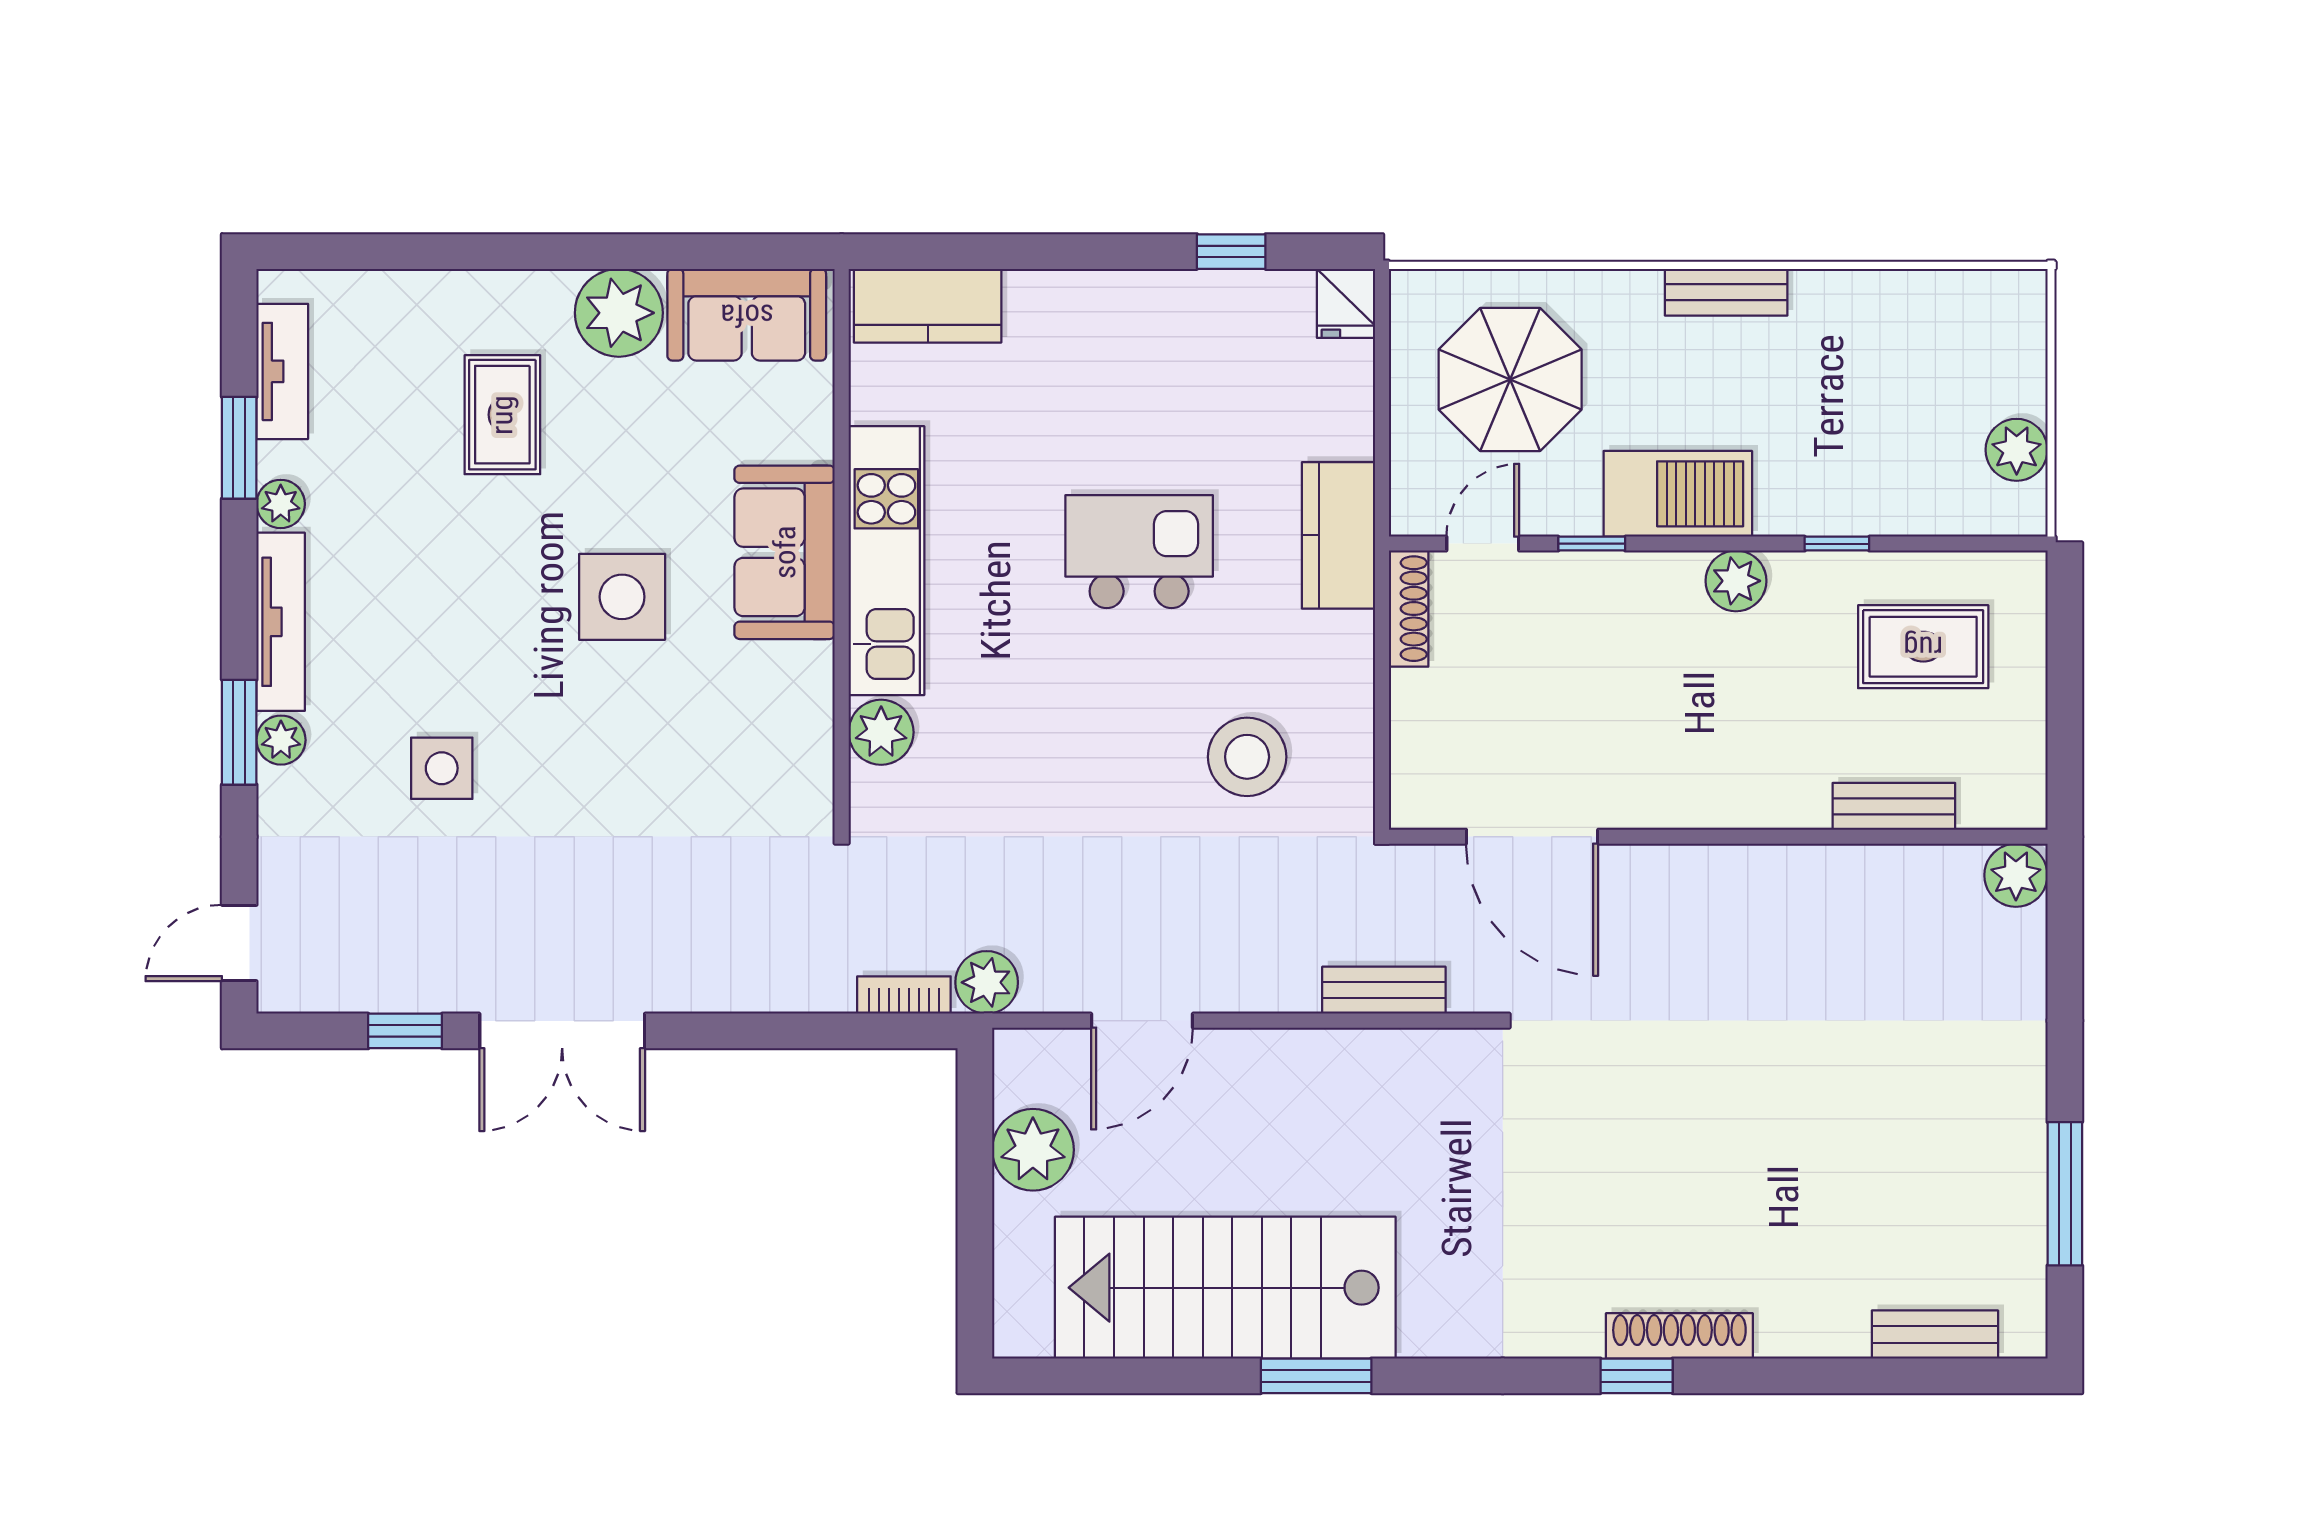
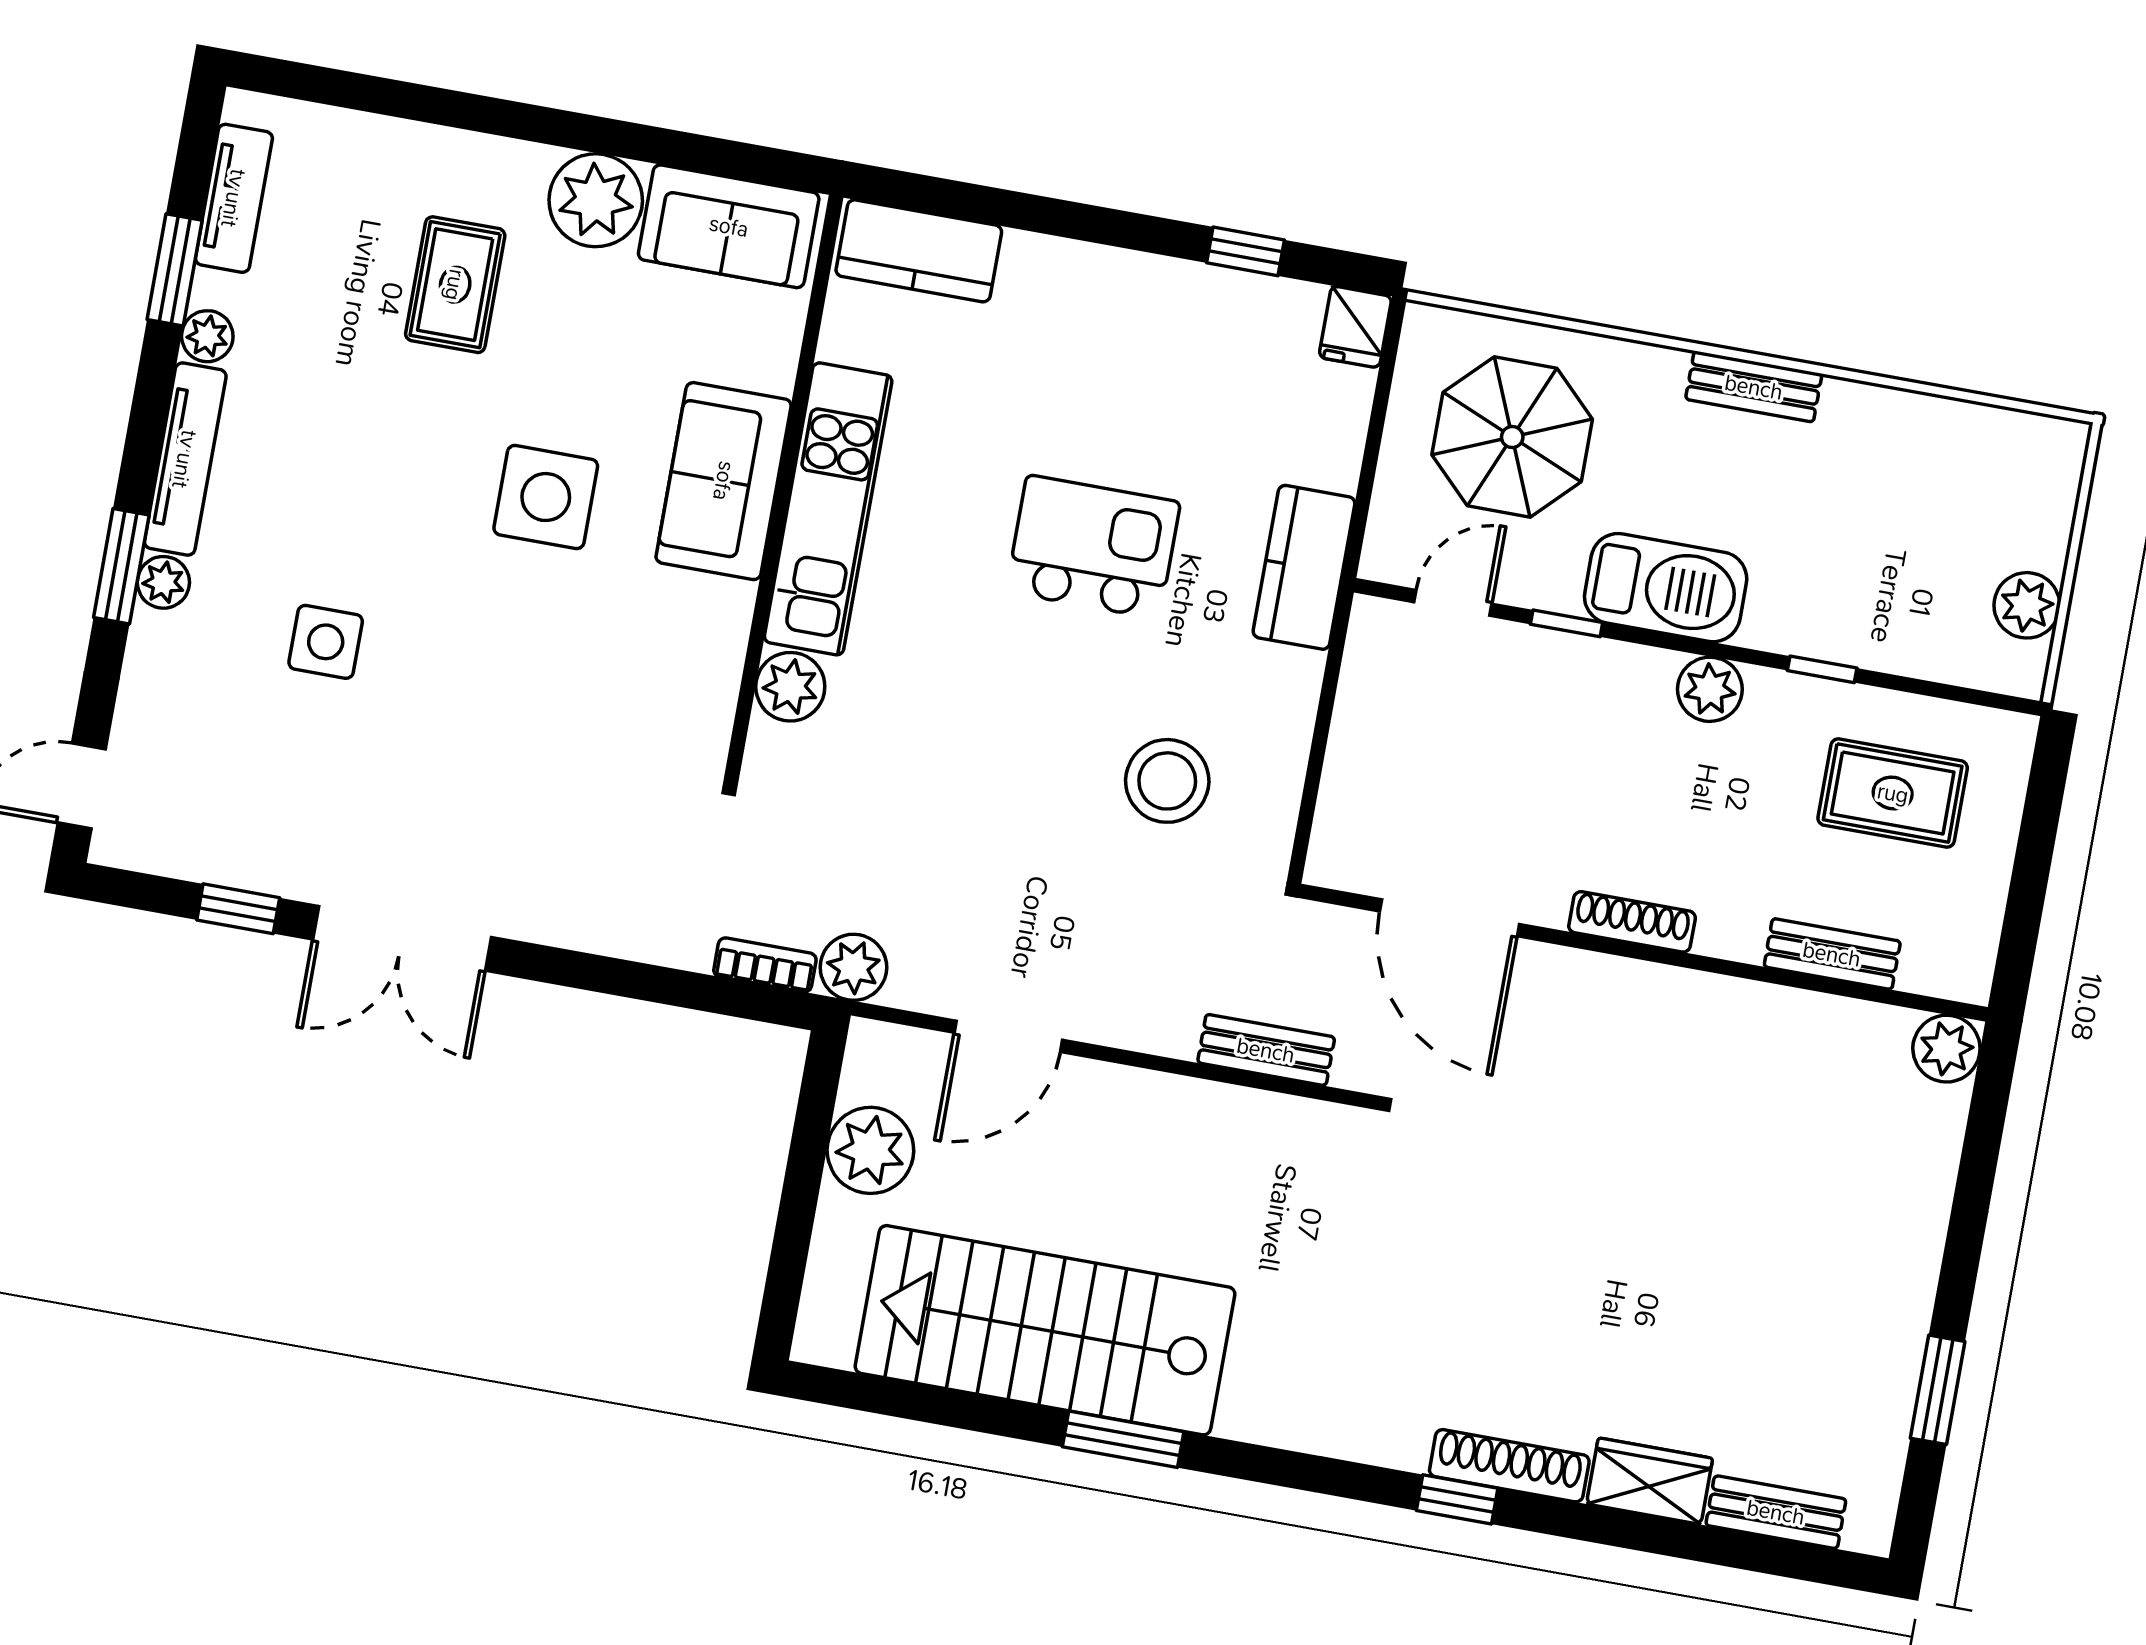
shoe rack: (1409, 609) -> (1632, 922), moved, turned -90
window: (2065, 1194) -> (1938, 1390), width x0.69
wardrobe: (1812, 1327) -> (1650, 1481), added

